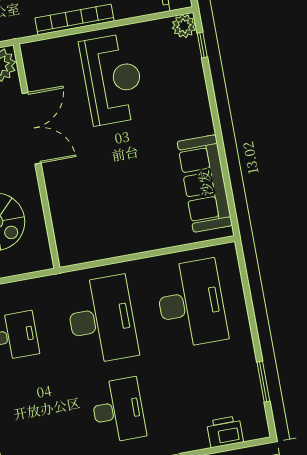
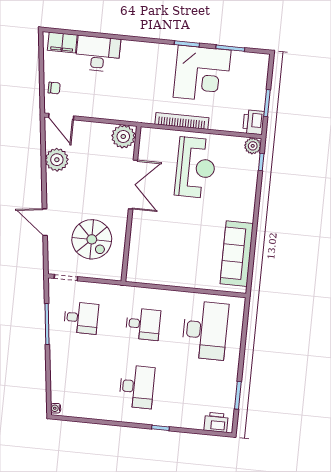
desk: (102, 320) -> (143, 324), width x0.53, depth x0.77
printer: (225, 432) -> (216, 422), moved

